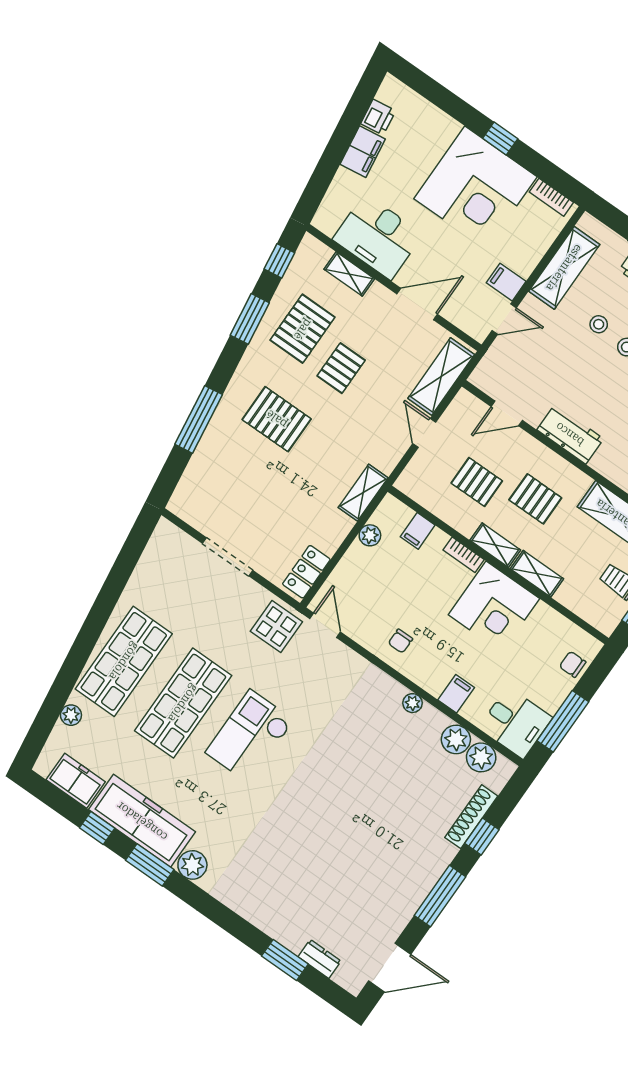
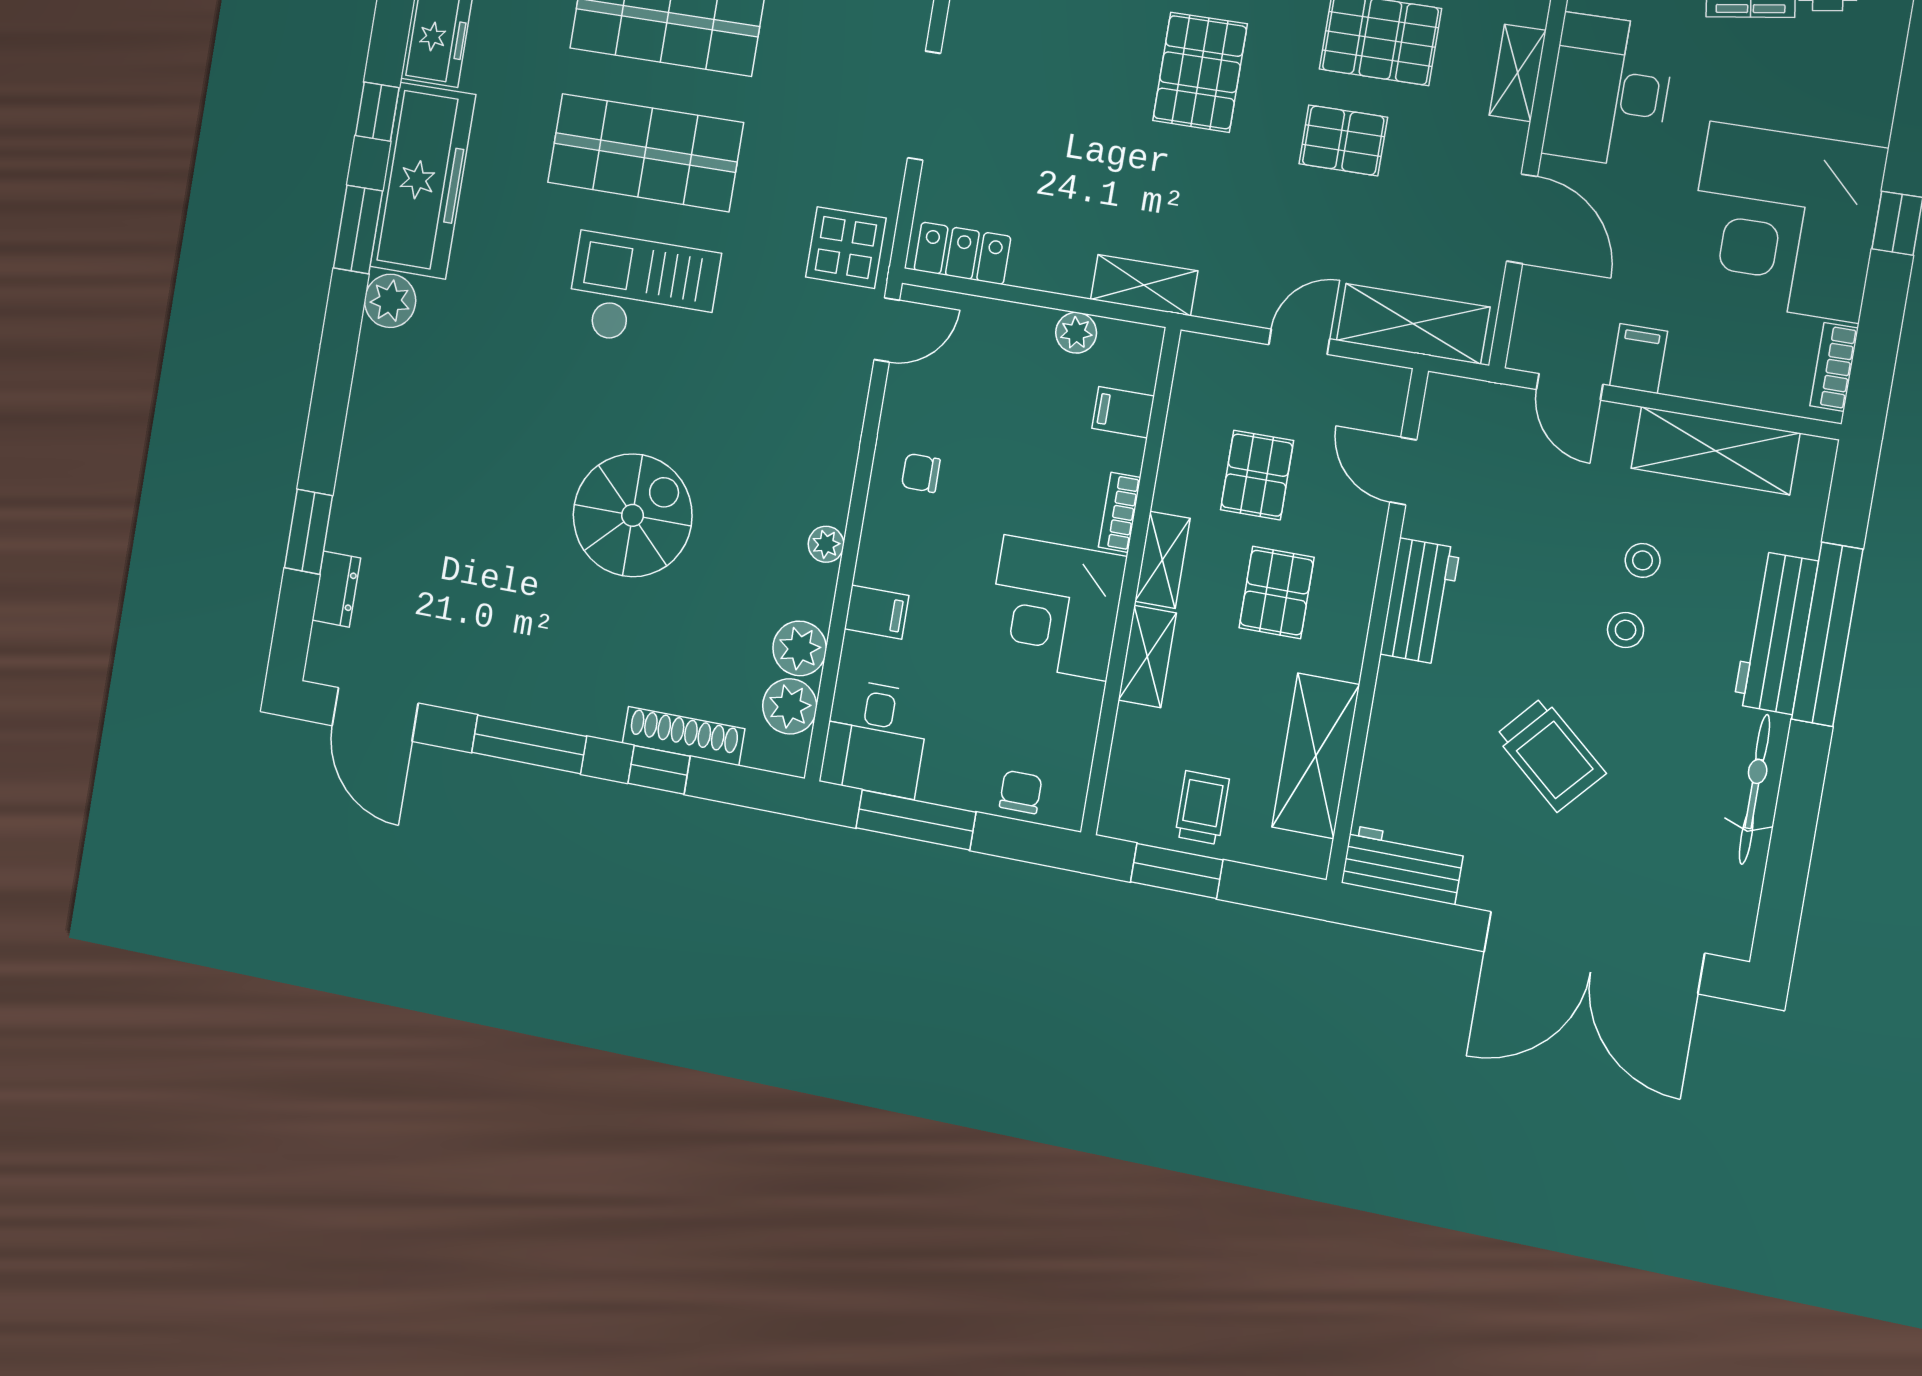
spiral stairs: (354, 792) -> (633, 515), added

